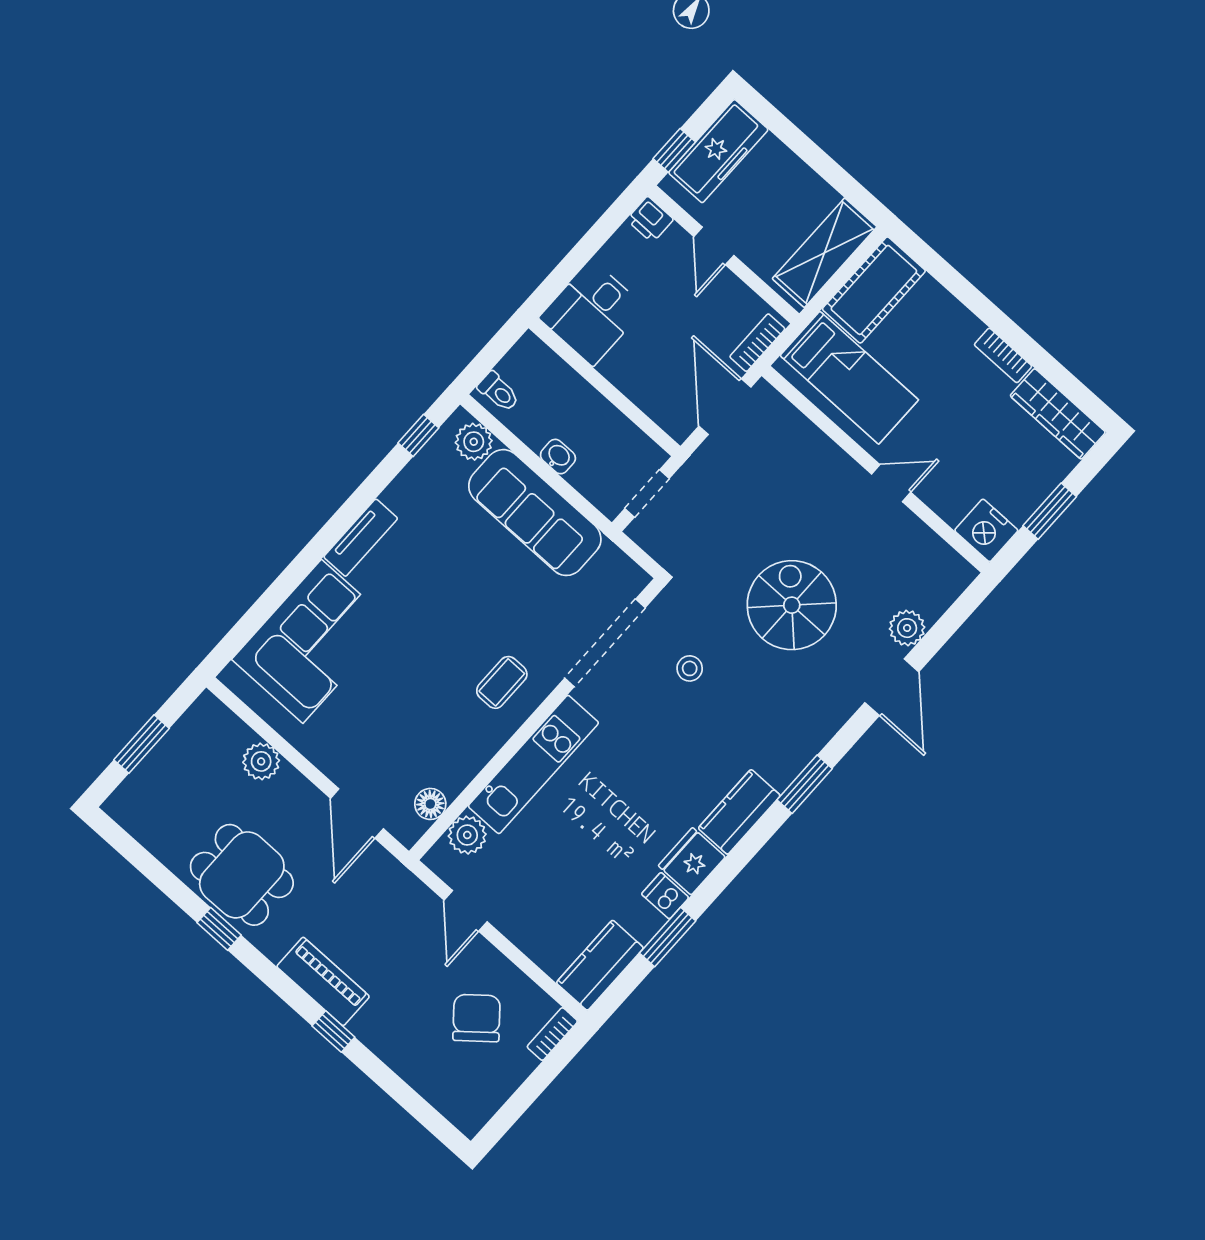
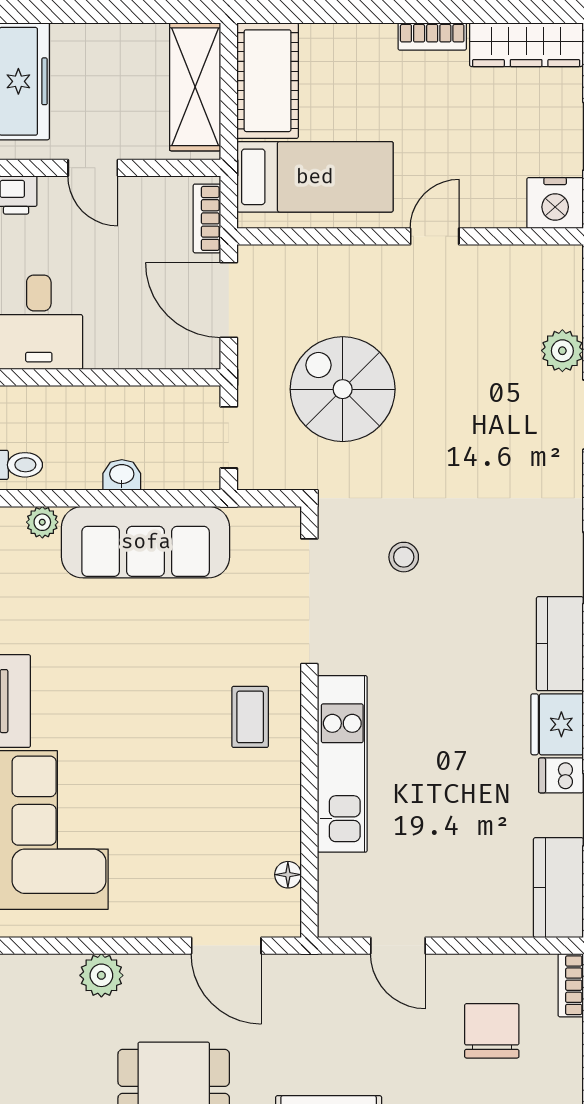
plant: (474, 442) -> (42, 522), width x0.73, depth x0.73
spiral stairs: (792, 605) -> (343, 389), moved
floor lamp: (430, 804) -> (288, 875), width x0.73, depth x0.73
plant: (467, 835) -> (340, 878), removed
chair: (477, 1018) -> (492, 1031), turned 40

